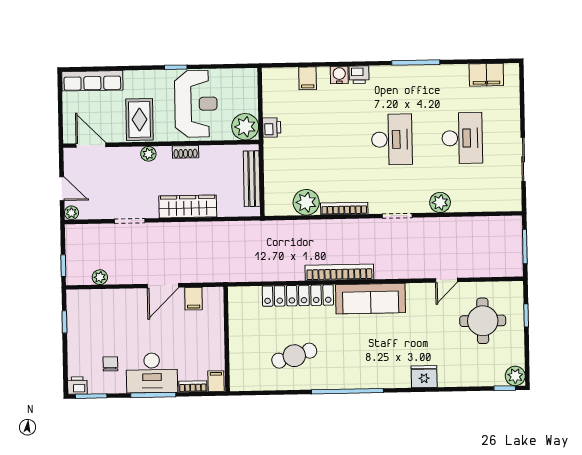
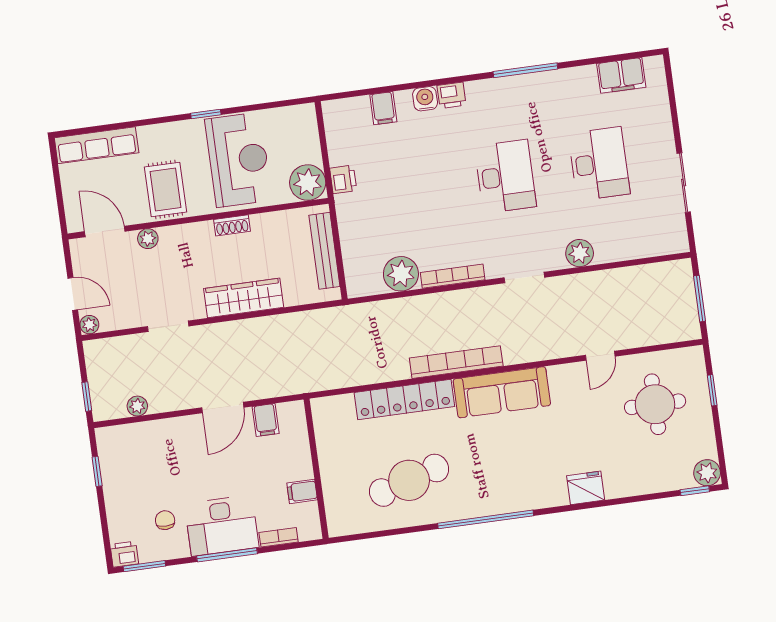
plant: (148, 154) -> (148, 239), moved
cafe table: (294, 356) -> (409, 480), width x1.37, depth x1.35
filing cabinet: (216, 381) -> (302, 491), moved, turned -90

